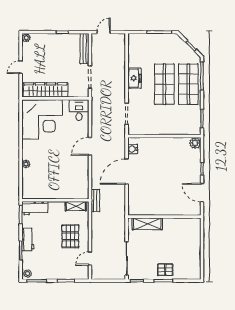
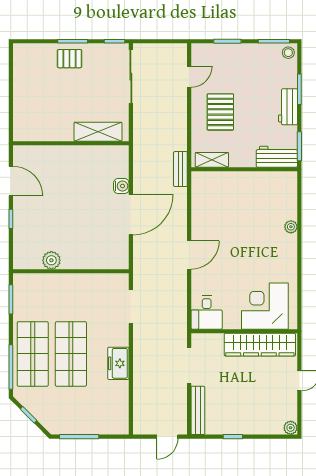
corner desk: (42, 119) -> (265, 306), width x0.74, depth x0.74
plant: (195, 143) -> (51, 260), moved
water cooler: (133, 149) -> (121, 186), moved

